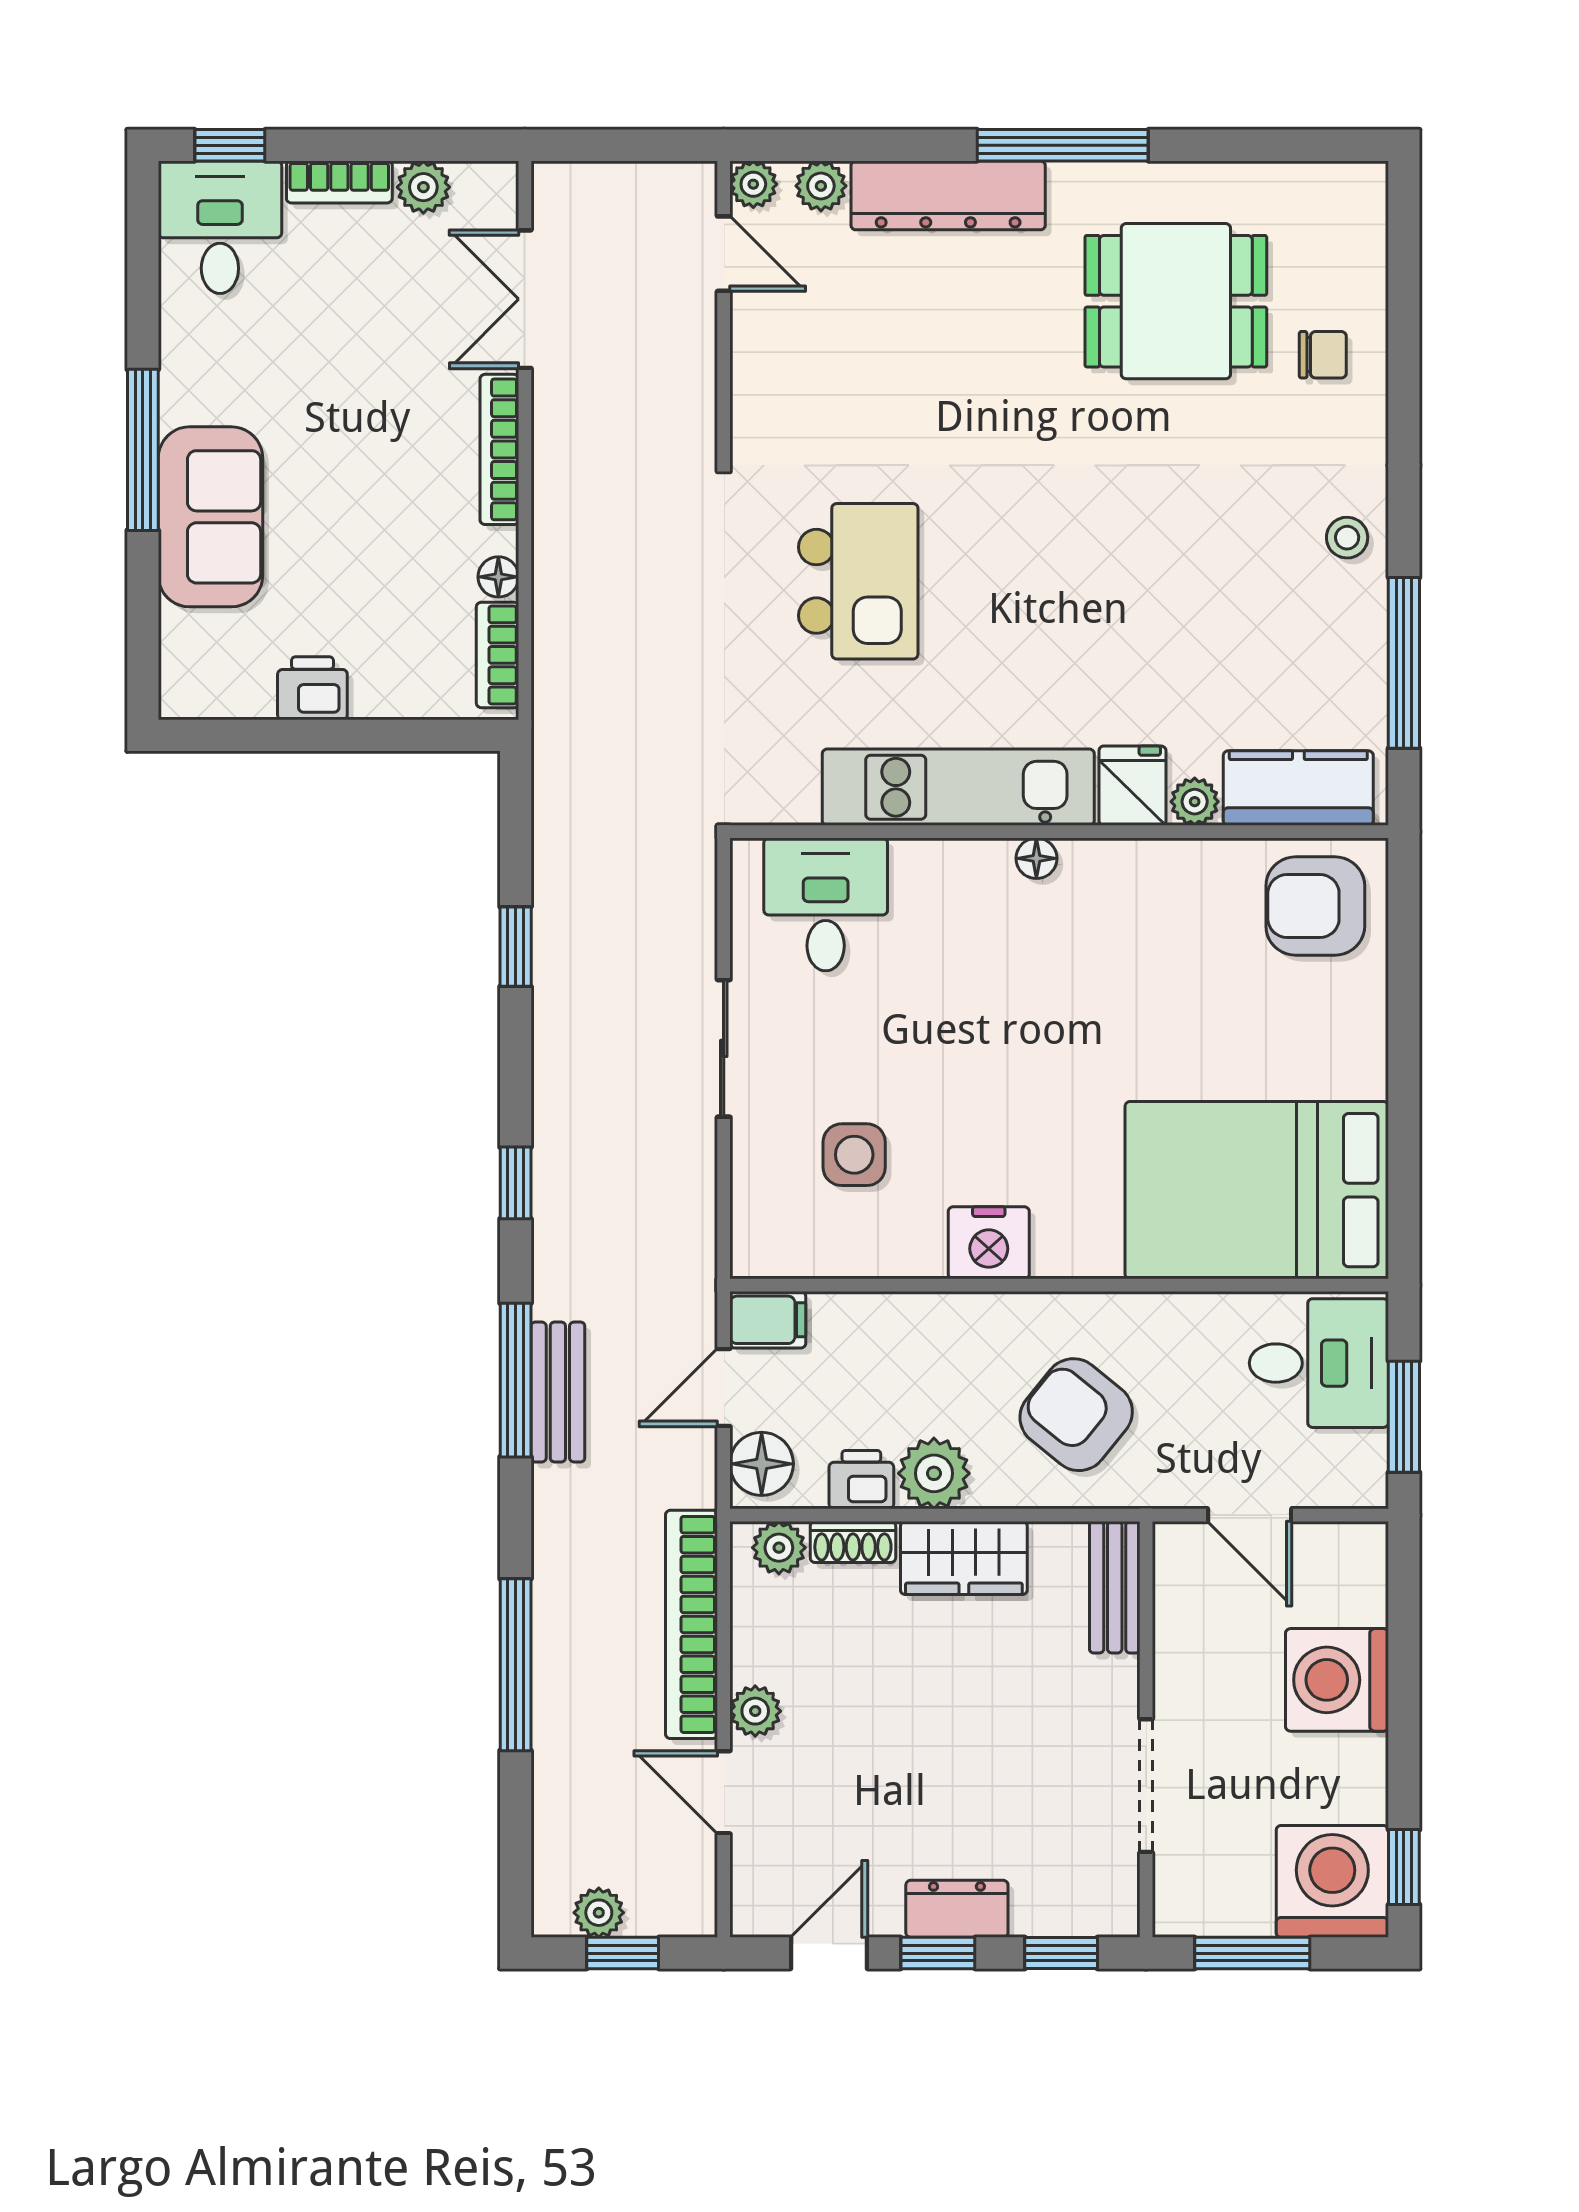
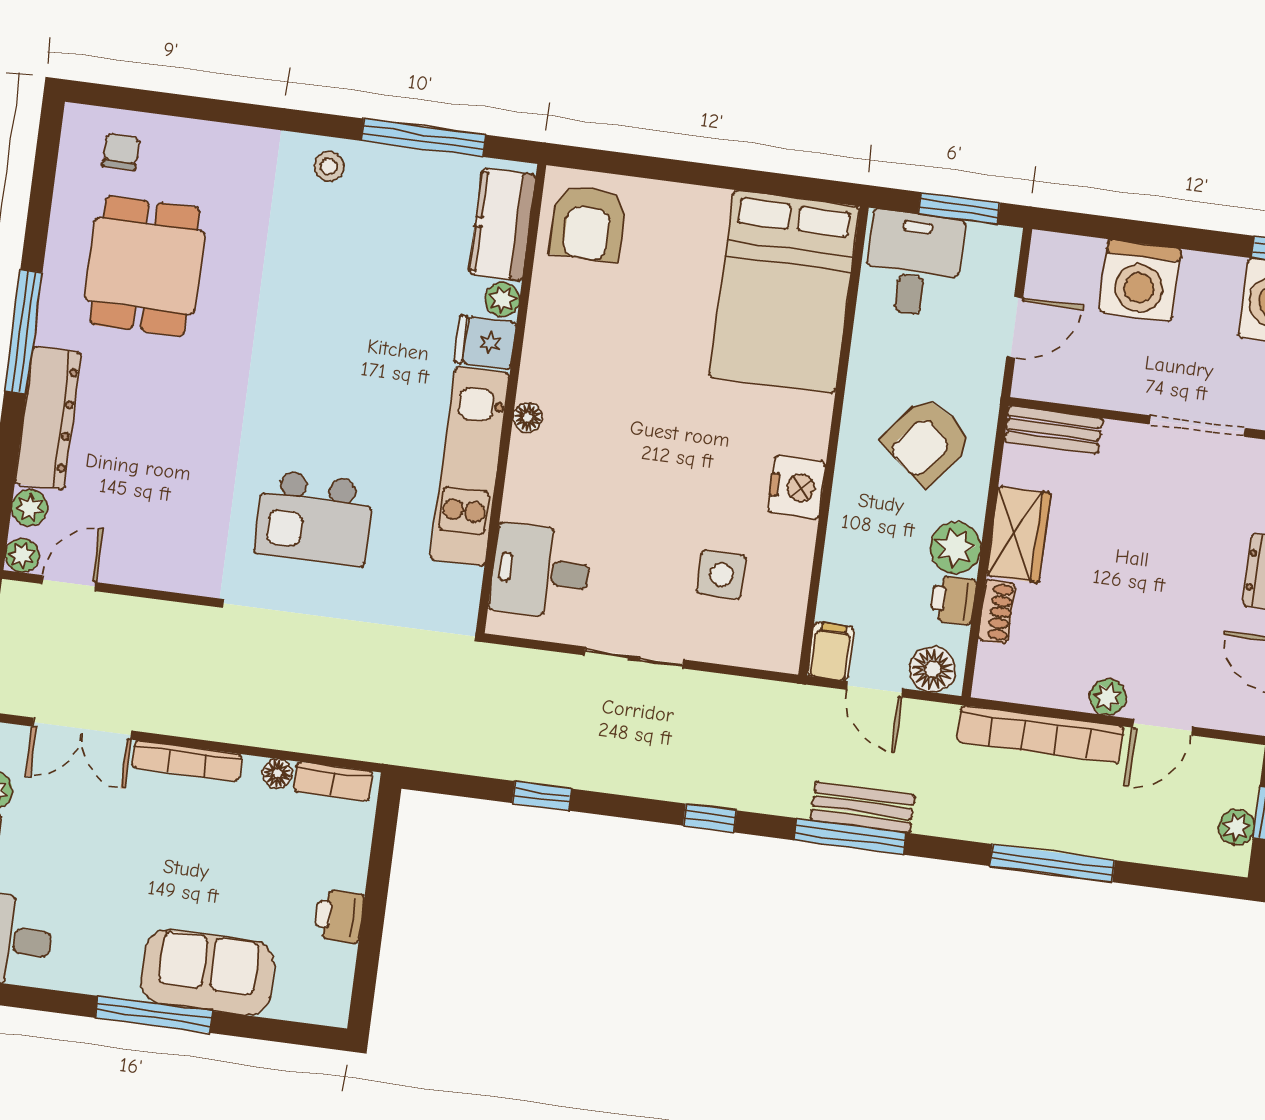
chair: (1323, 355) -> (121, 152), moved
kitchen island: (858, 581) -> (314, 518), turned 180
plant: (779, 1548) -> (994, 665), removed

